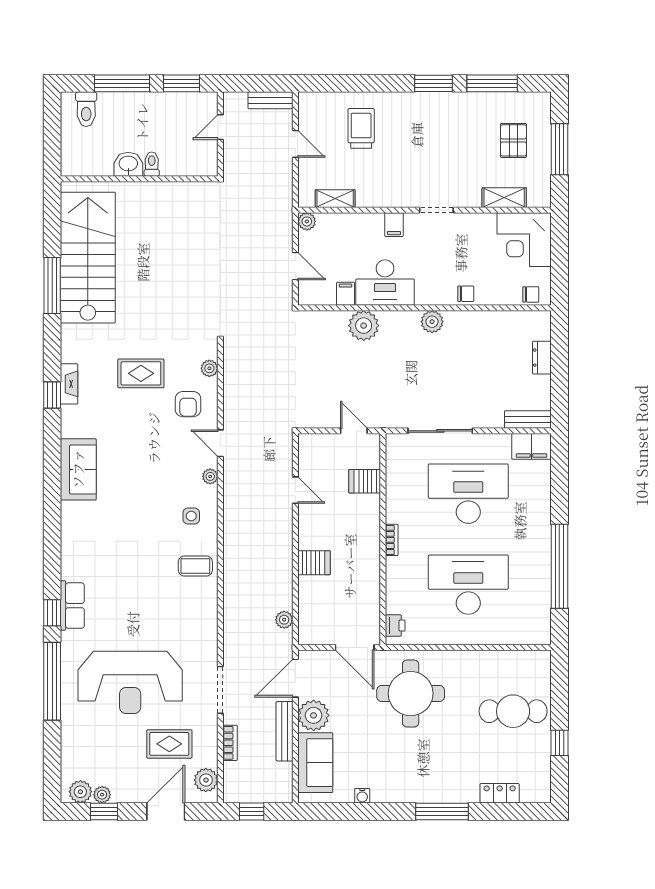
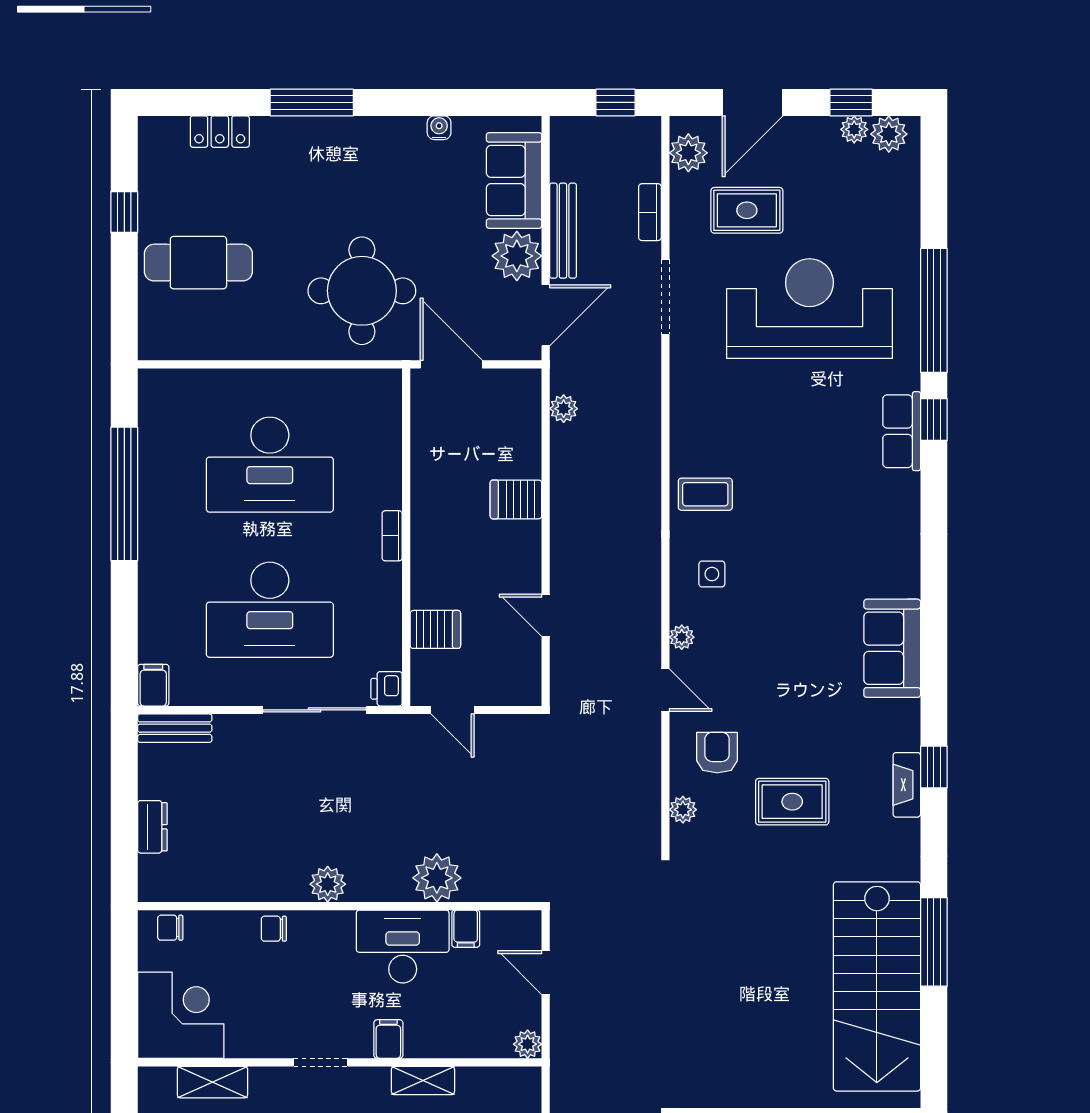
shelving: (335, 199) -> (423, 1080), moved
filing cabinet: (532, 446) -> (153, 685), width x0.50
printer: (395, 626) -> (386, 689), moved

